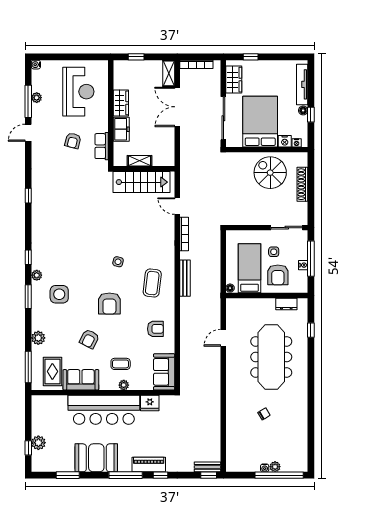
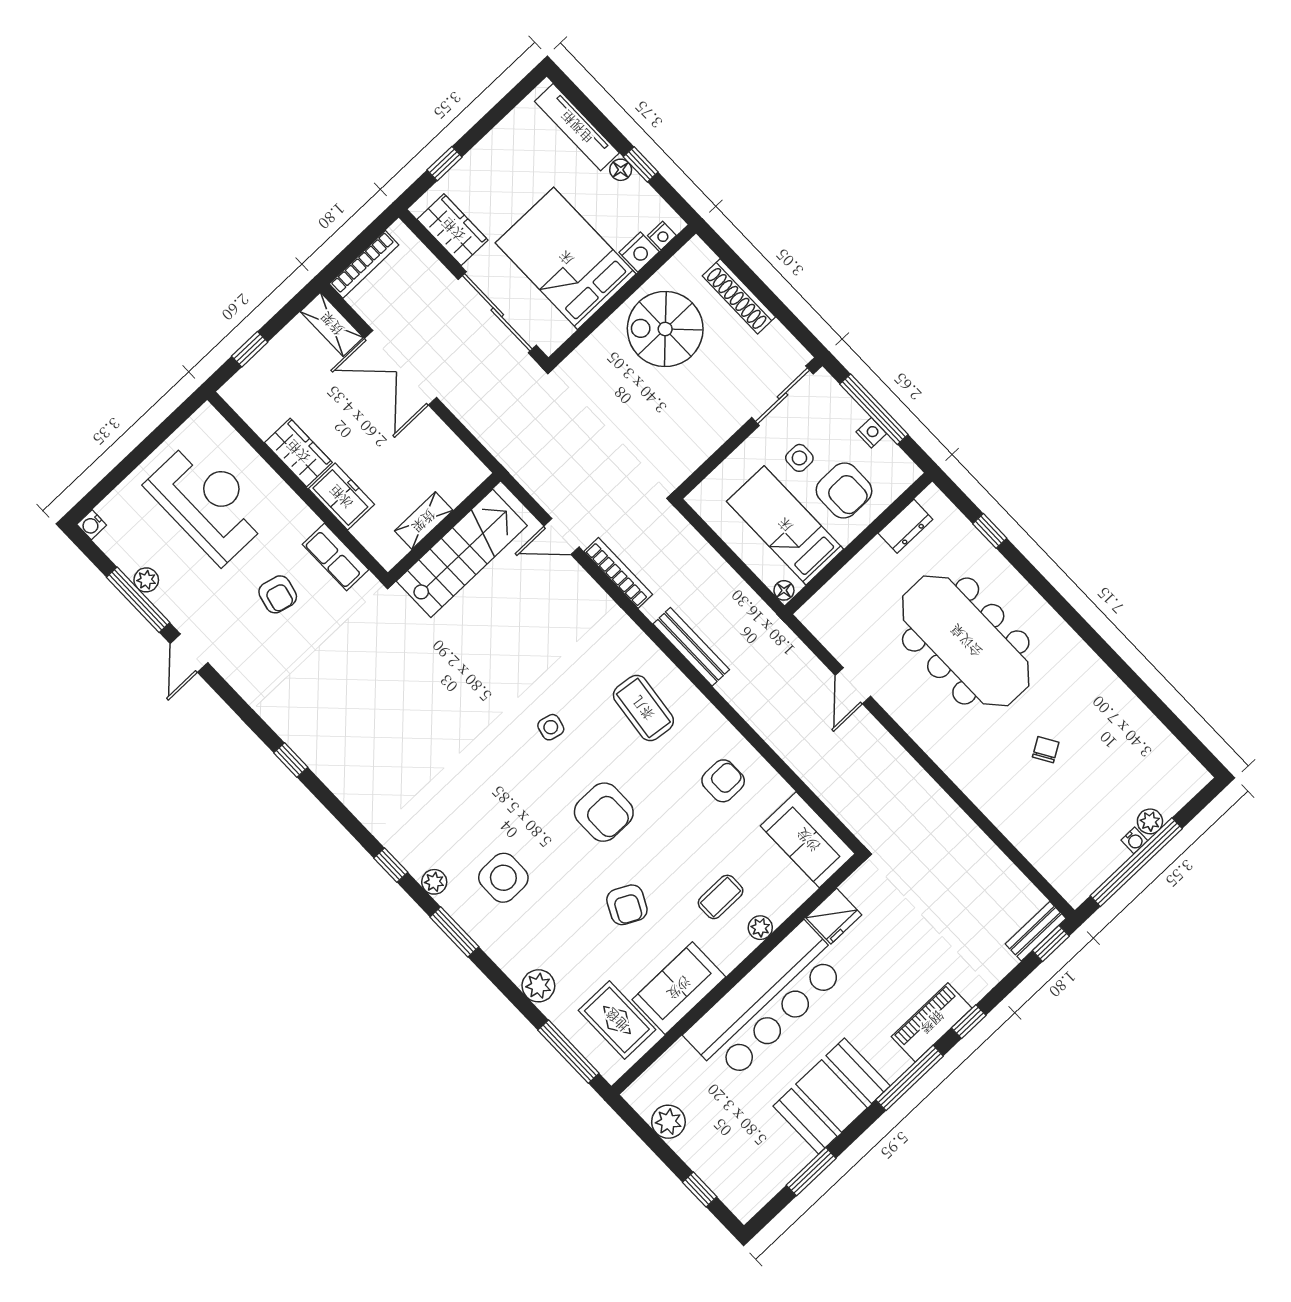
plant: (38, 443) -> (668, 1122), moved
window: (279, 475) -> (1136, 862), moved

